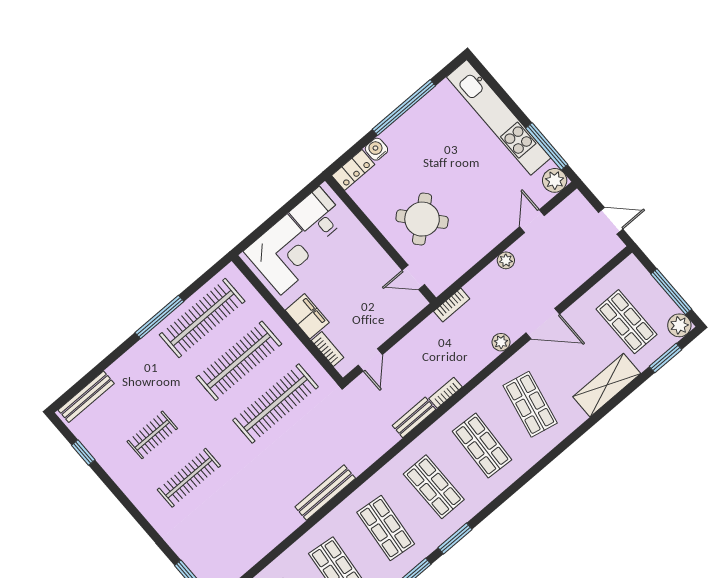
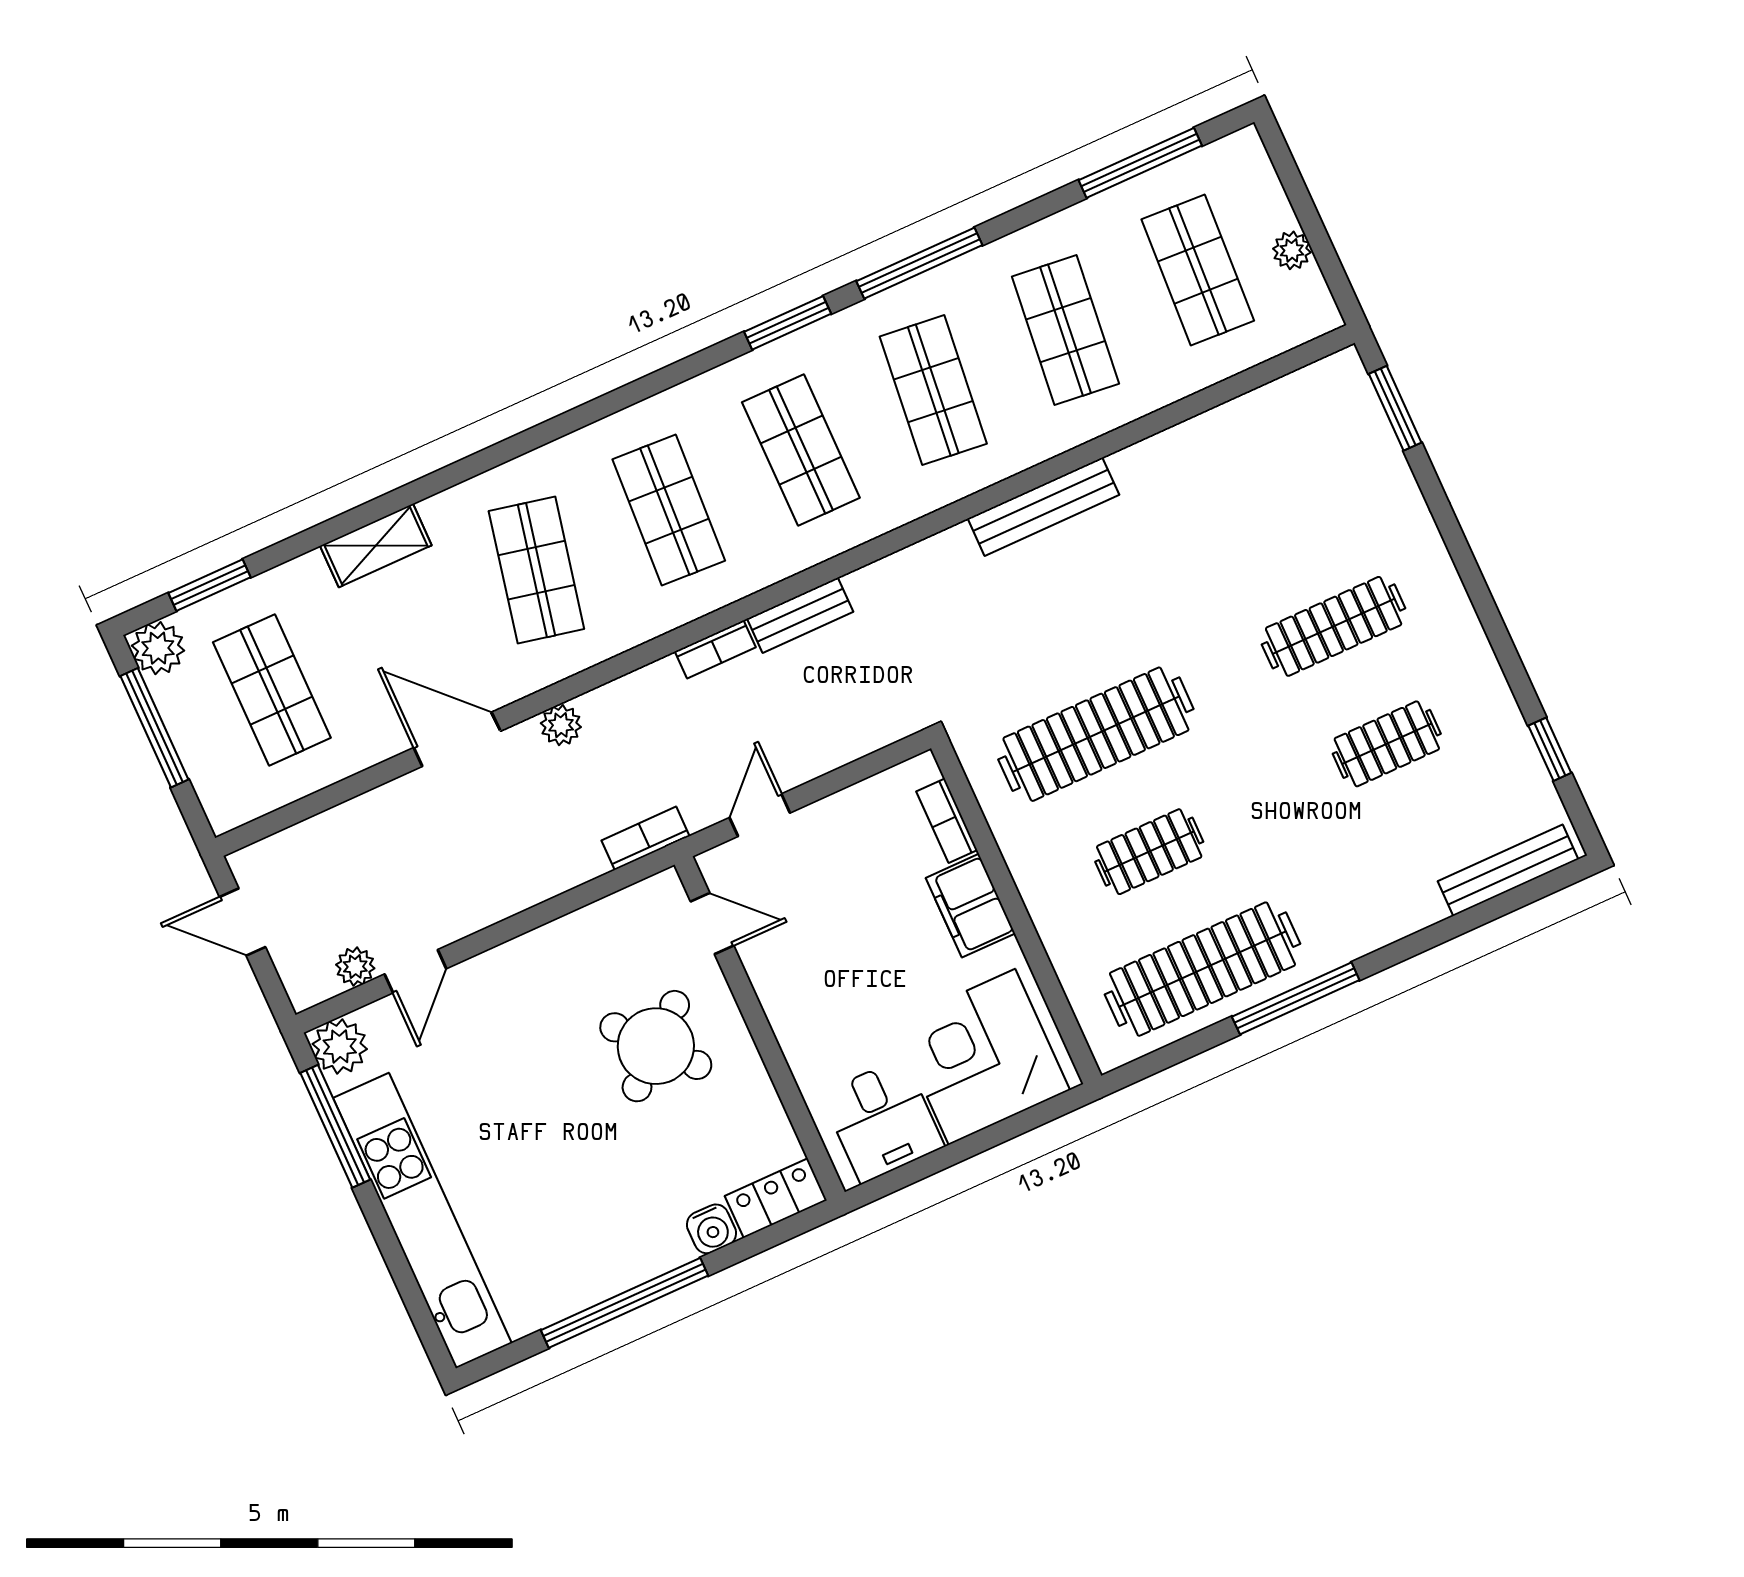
plant: (506, 260) -> (355, 967), moved
door: (370, 360) -> (760, 815), moved
clothes rail: (239, 361) -> (1149, 852), width x0.54, depth x0.76
shelving: (607, 385) -> (376, 546), width x0.67, depth x0.75

